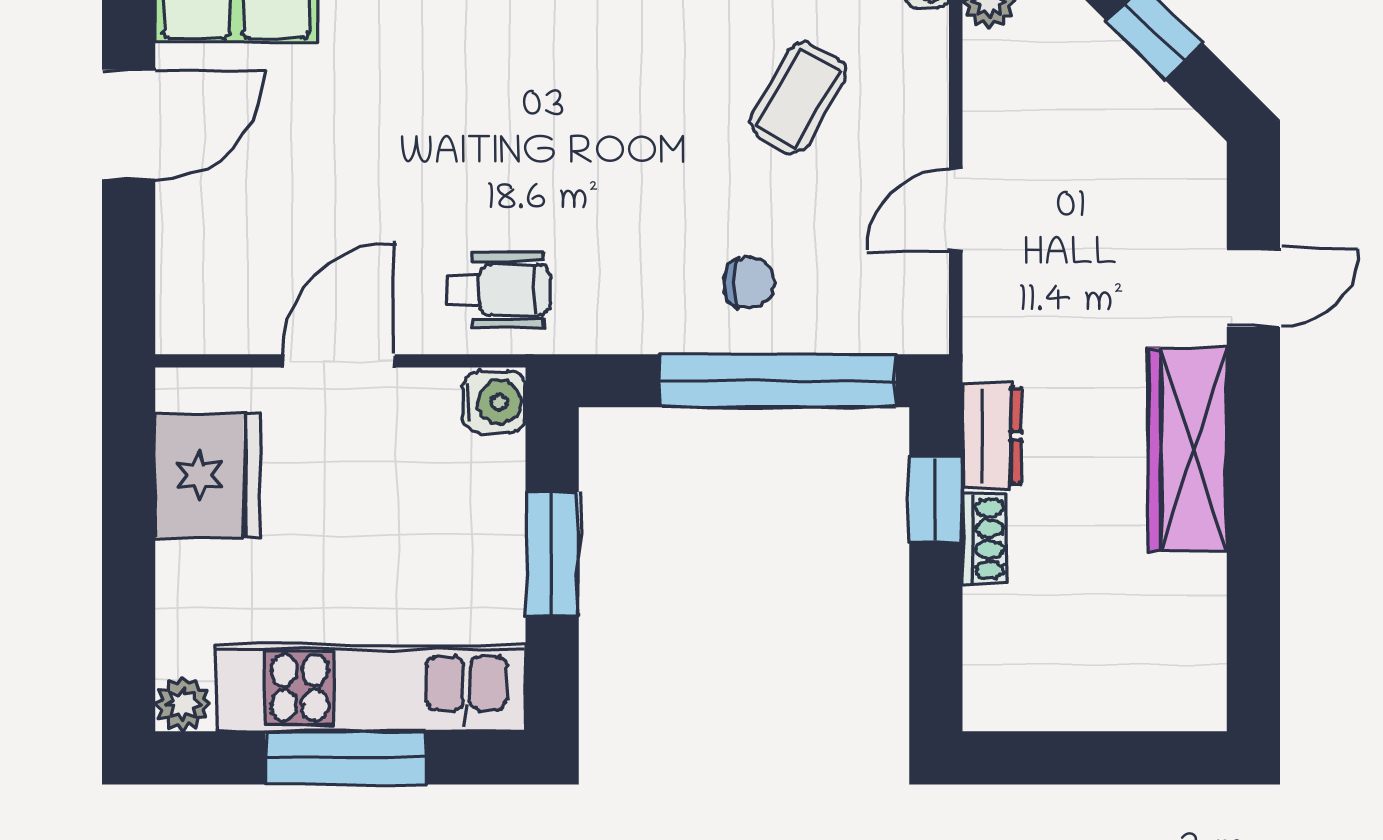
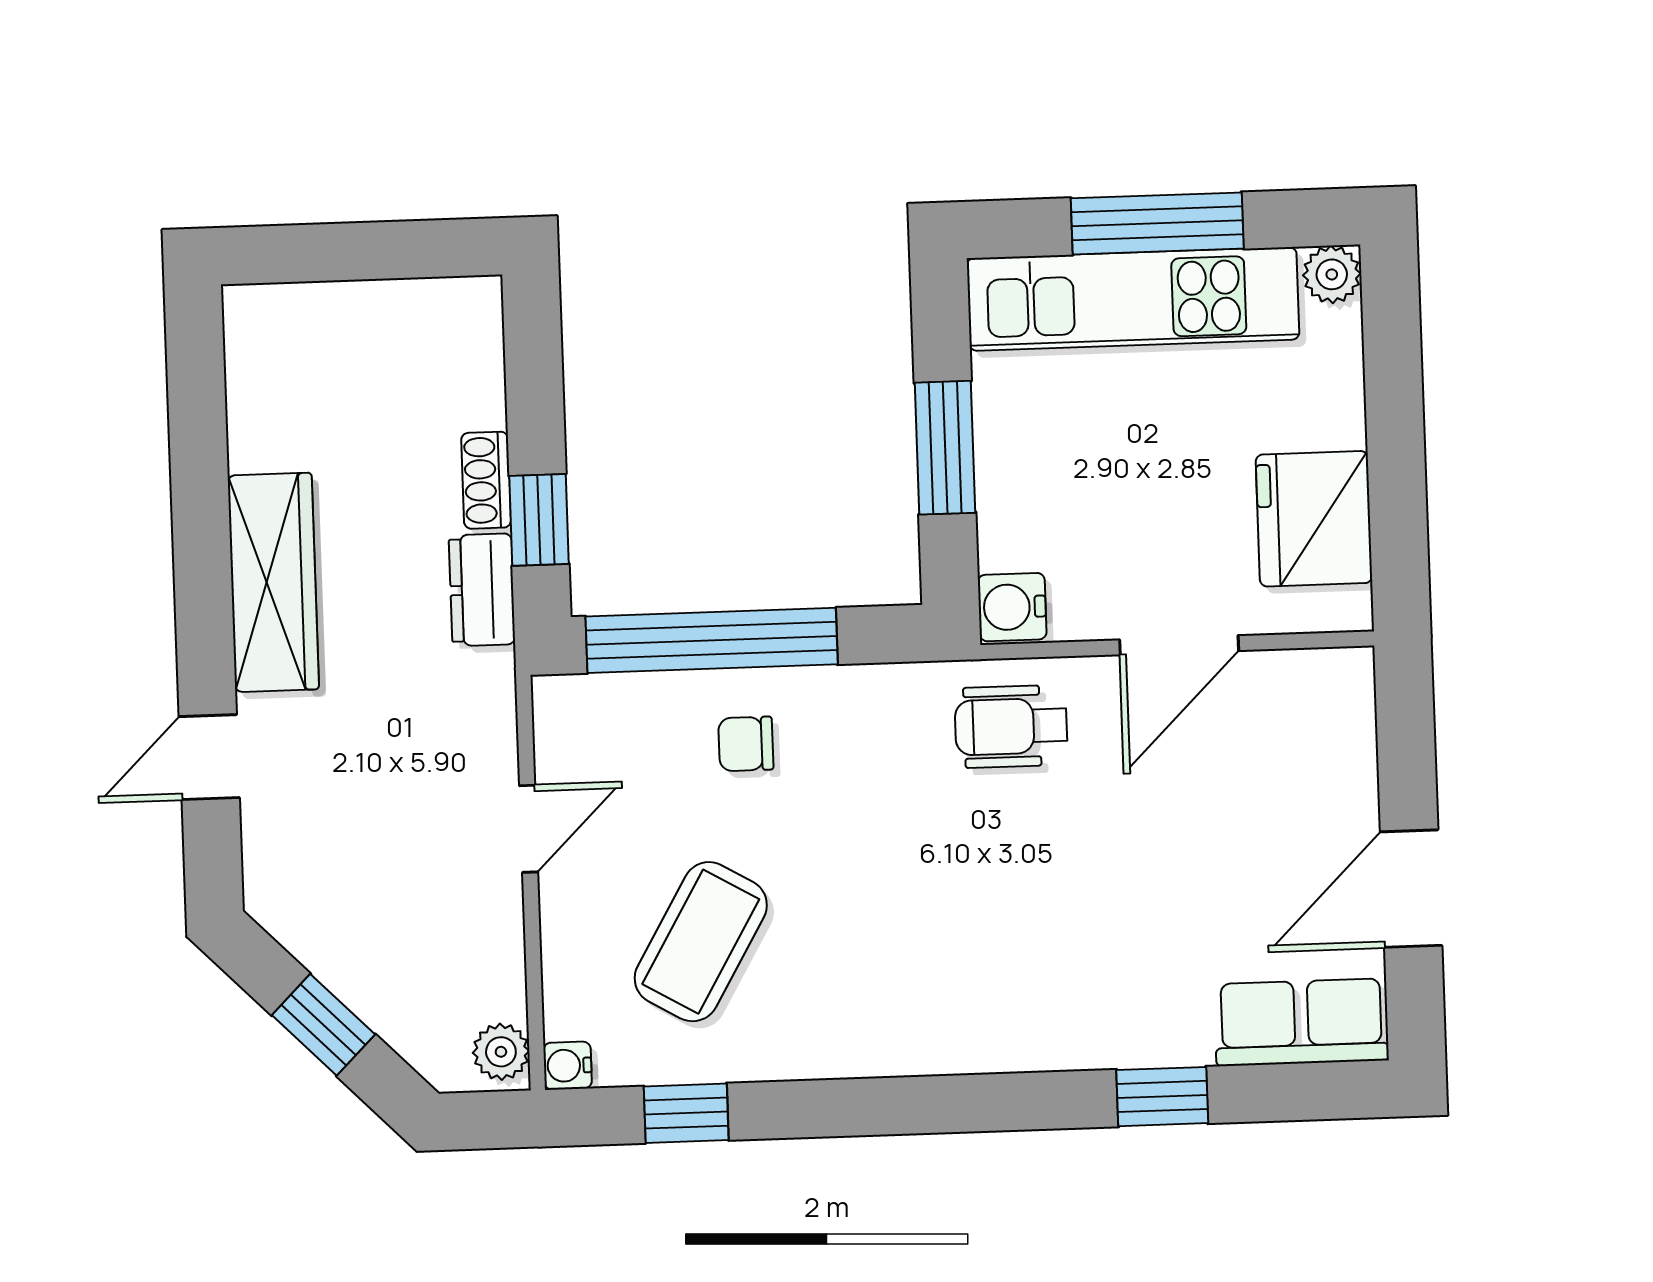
coffee table: (798, 98) -> (701, 942), width x1.36, depth x1.30

